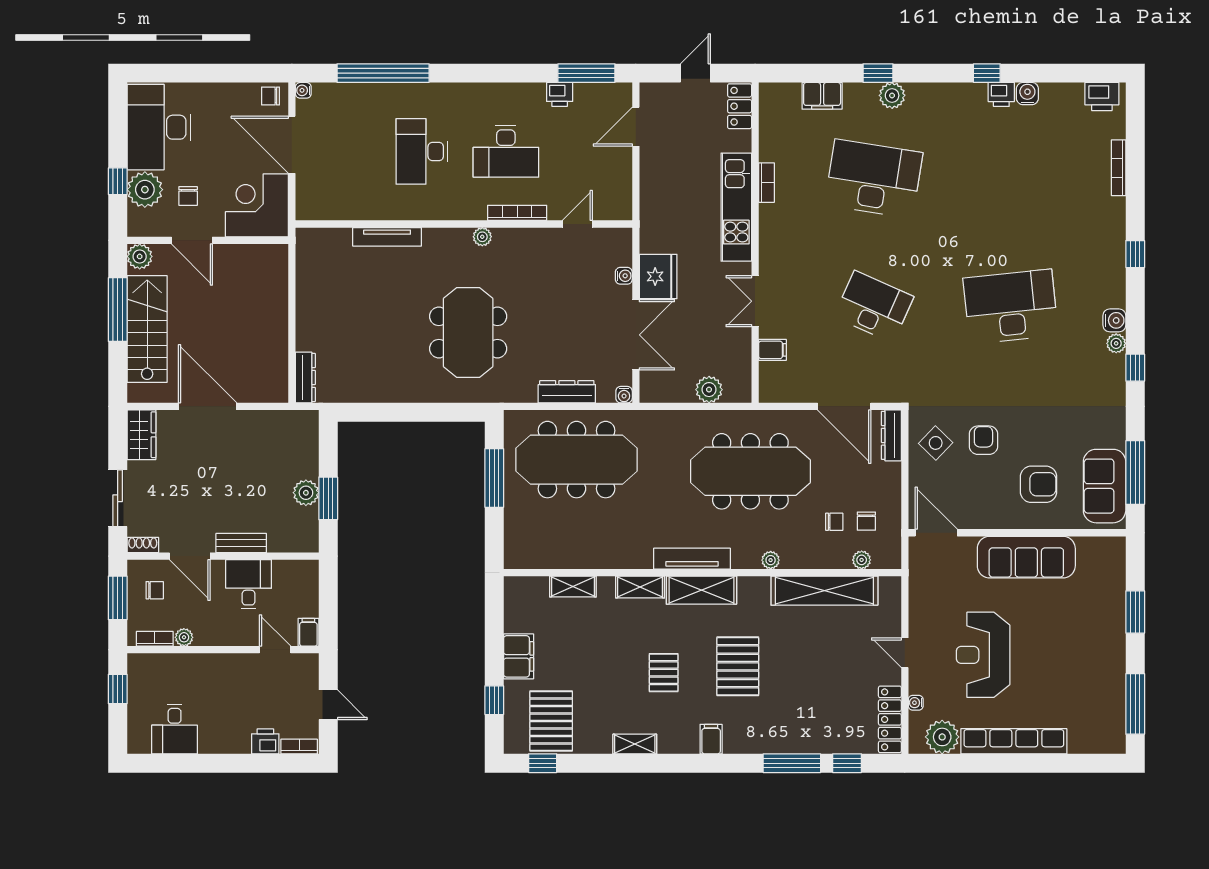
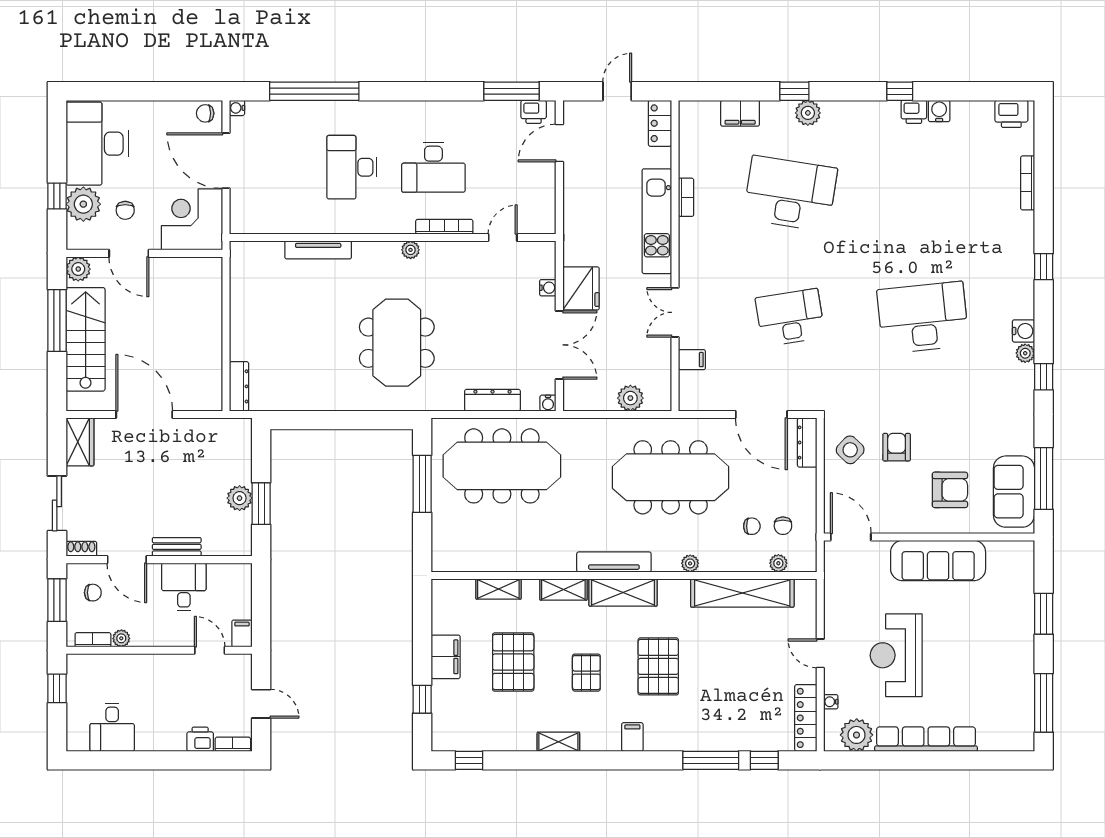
printer: (560, 94) -> (534, 112), moved
desk: (874, 307) -> (790, 318), turned -33
pallet: (551, 721) -> (513, 662), moved

